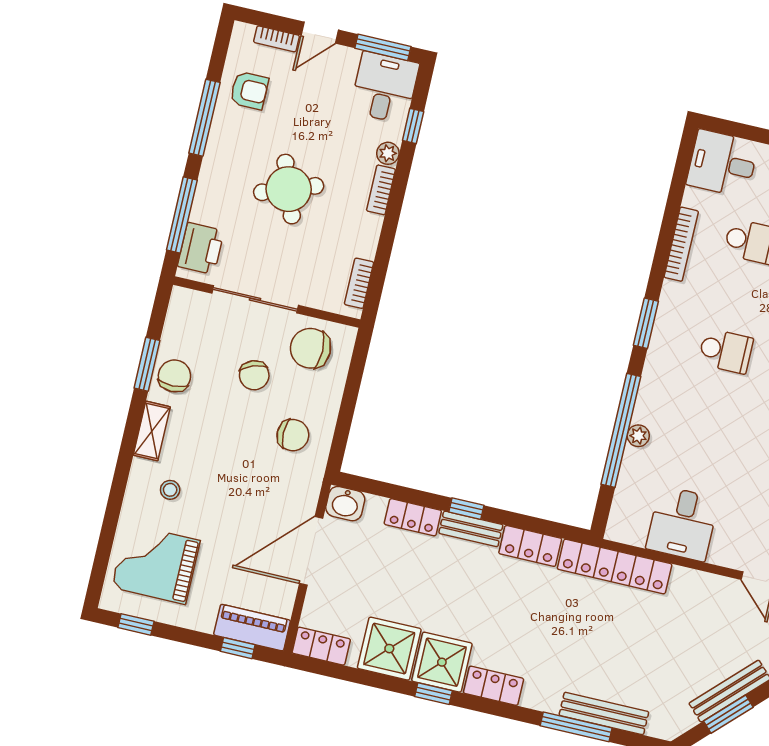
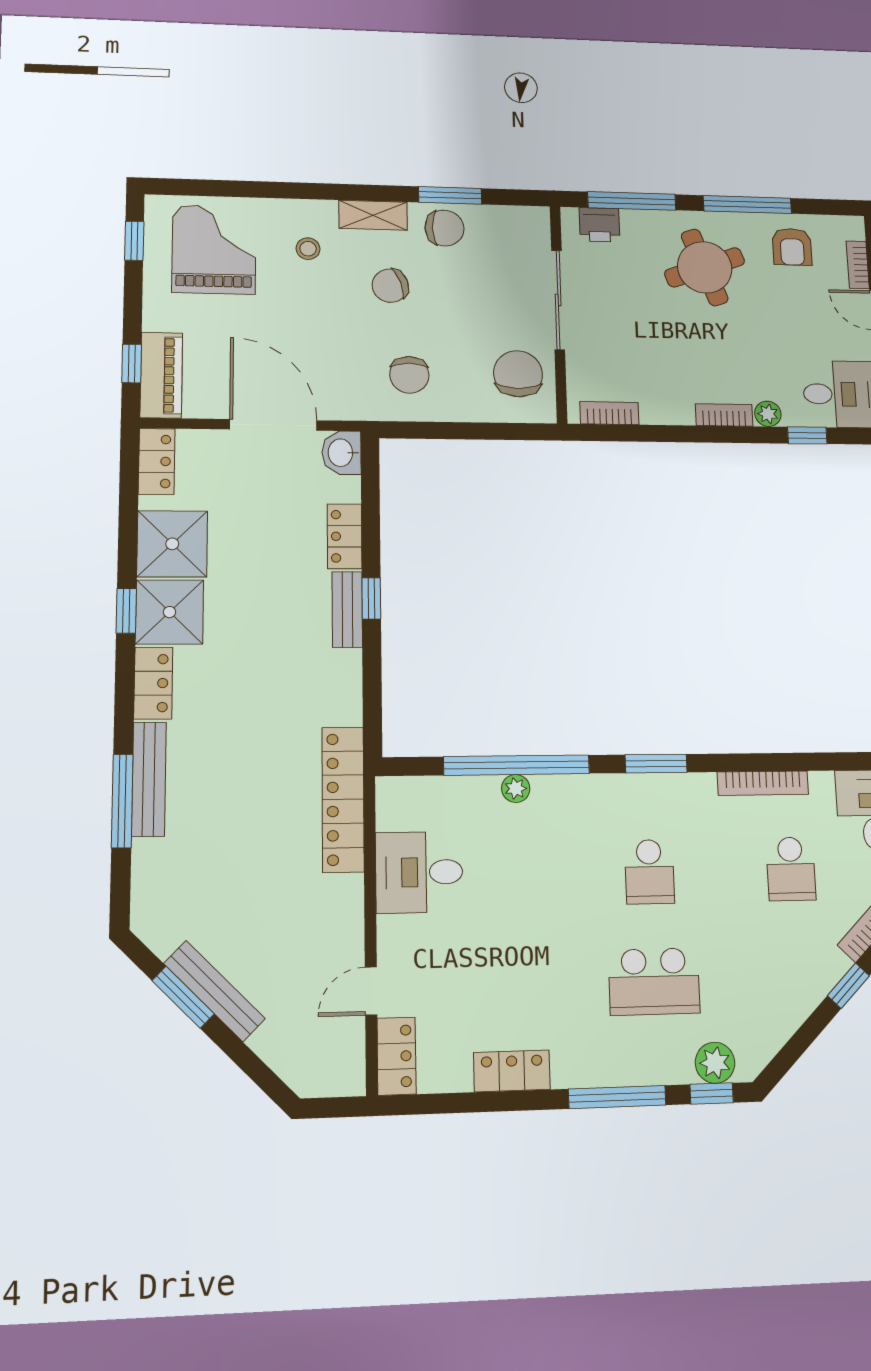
round table: (289, 189) -> (705, 267), moved
printer: (201, 249) -> (599, 225), width x0.73, depth x0.81
chair: (254, 375) -> (390, 286), moved
locker: (530, 546) -> (344, 687), removed
bench: (604, 713) -> (149, 779), moved

